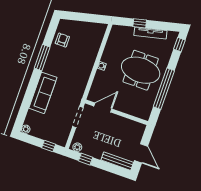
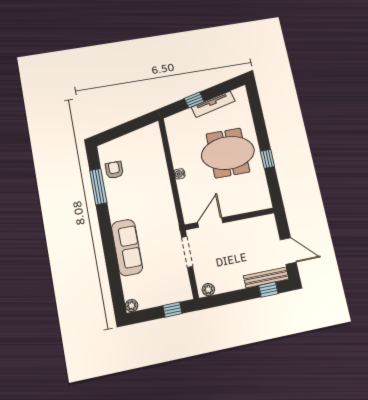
window: (179, 45) -> (254, 99), removed
window: (42, 58) -> (98, 187), moved
window: (164, 89) -> (267, 159), width x0.32
window: (86, 159) -> (268, 290), moved

